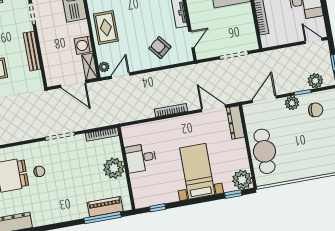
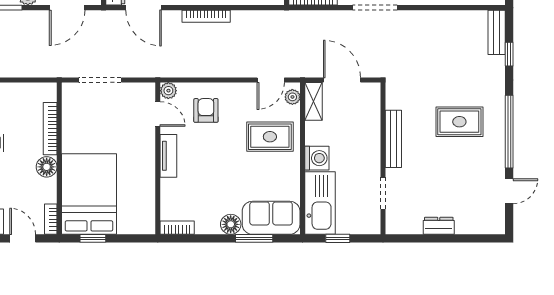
rug: (106, 28) -> (270, 137), moved, turned 90
door: (191, 39) -> (158, 114), swing flipped
washing machine: (83, 45) -> (317, 158), moved
armchair: (160, 48) -> (206, 110), turned -141
plant: (187, 56) -> (168, 91), added

